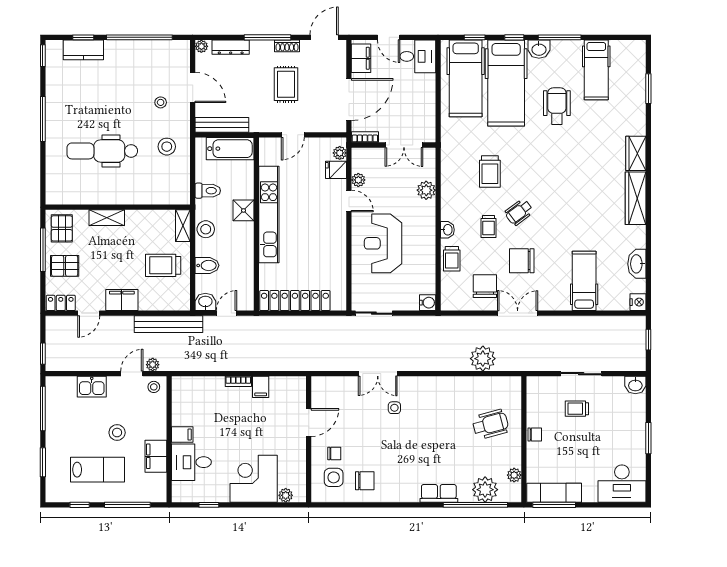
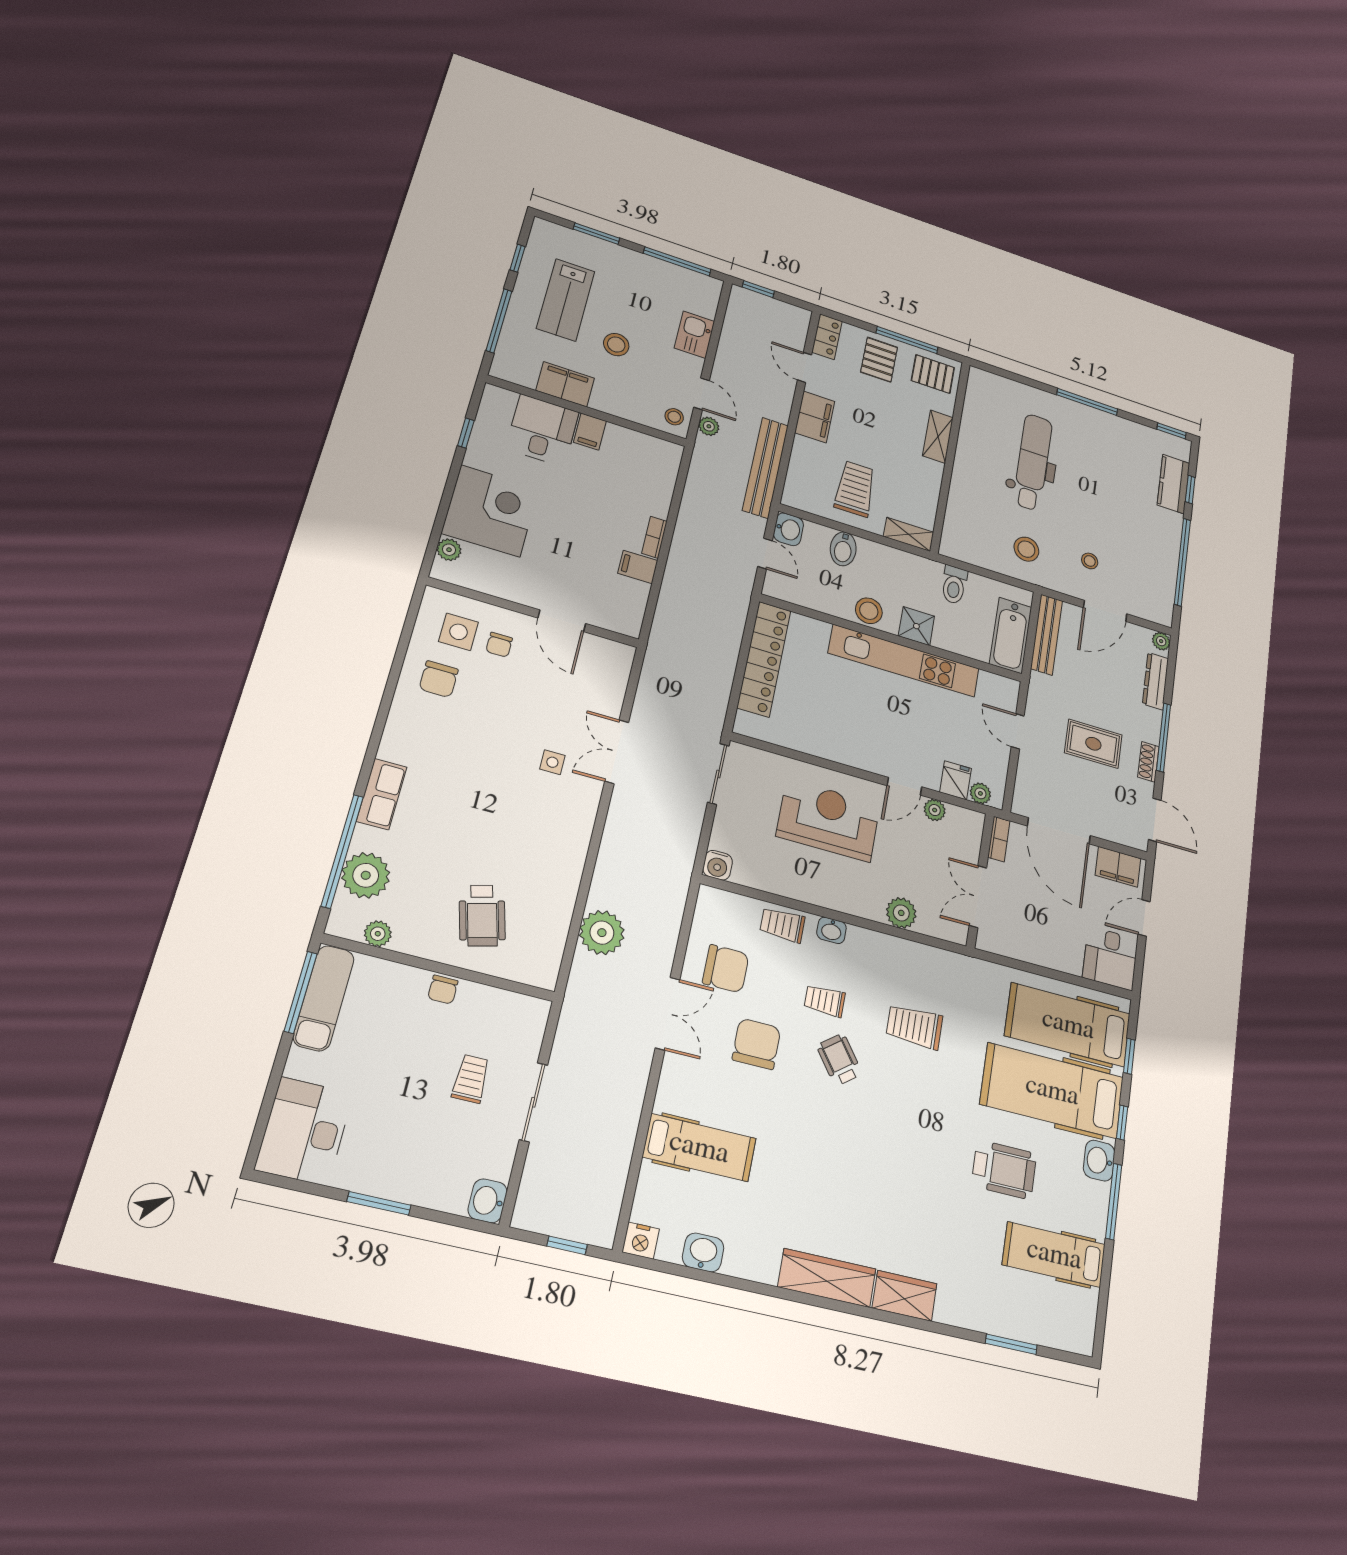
stool: (206, 229) -> (869, 611), moved
washbasin: (637, 264) -> (703, 1252), width x0.72

